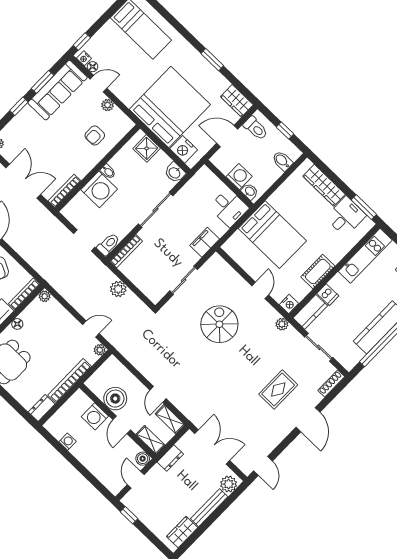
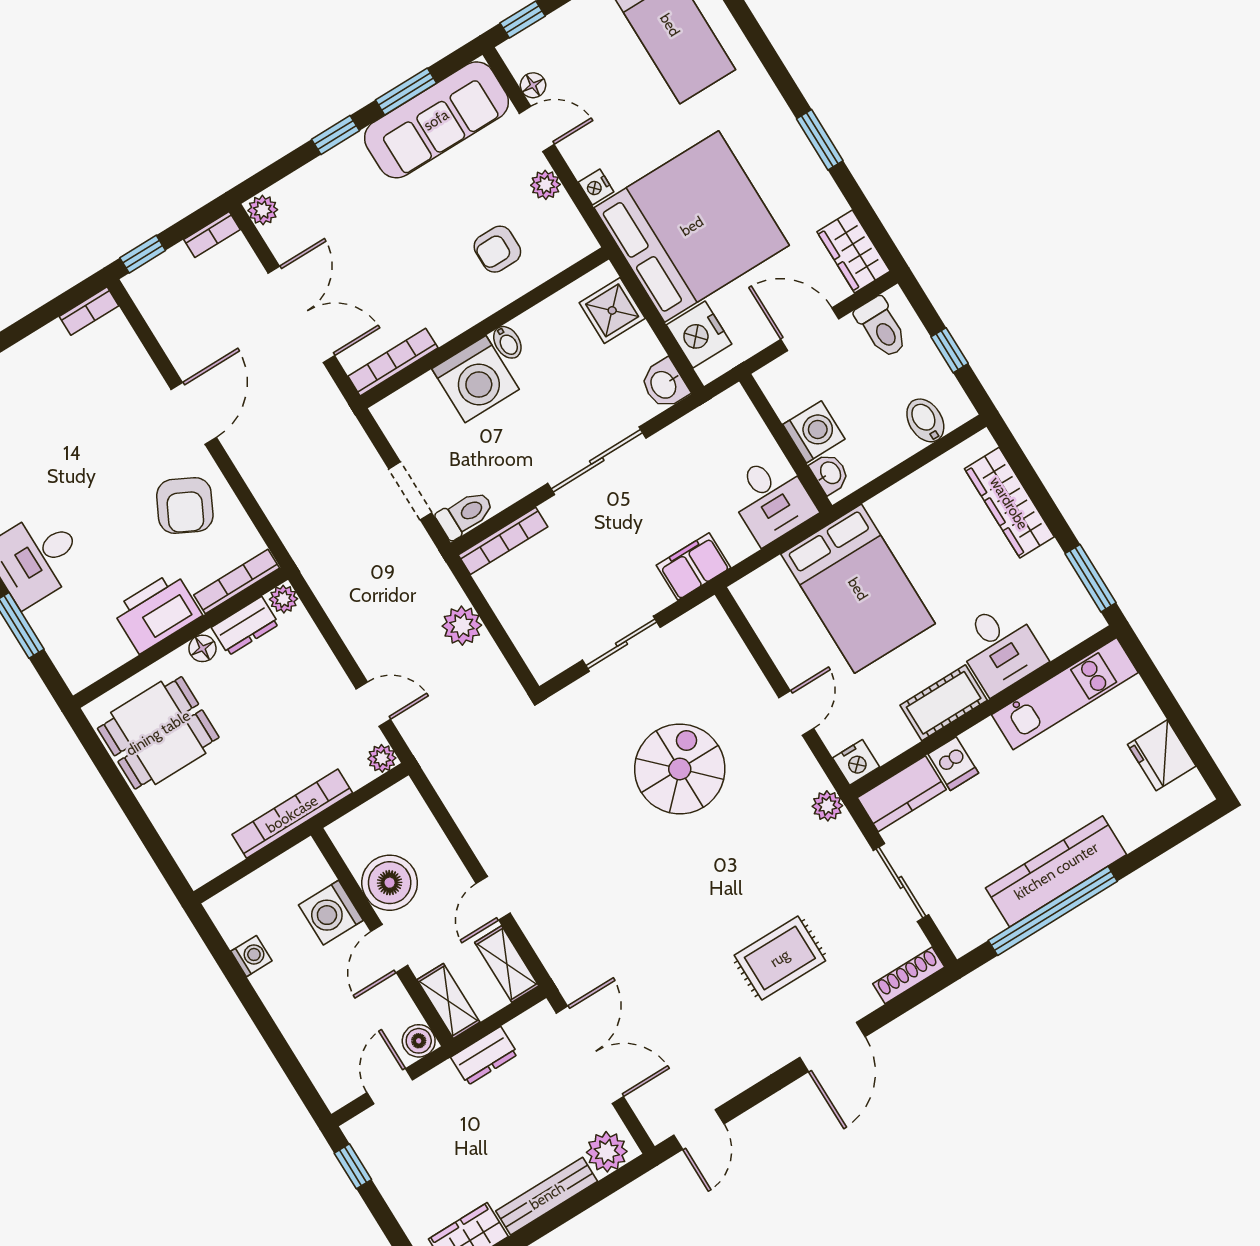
nightstand: (84, 58) -> (596, 187), moved
desk: (346, 216) -> (1000, 648), moved, turned 90
dresser: (42, 408) -> (245, 626), moved, turned 180

